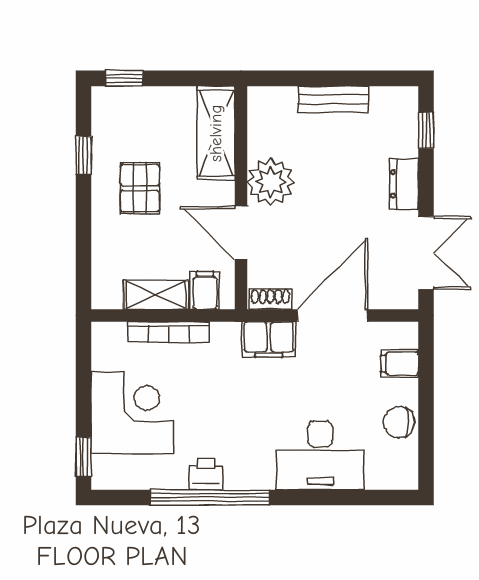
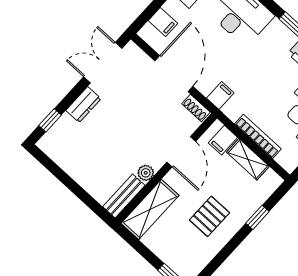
bench: (333, 99) -> (124, 196), moved, turned 90
window: (83, 155) -> (257, 217), moved
plant: (271, 182) -> (146, 173), width x0.53, depth x0.53
door: (332, 315) -> (174, 74), swing flipped
filing cabinet: (269, 339) -> (220, 96), width x0.50

